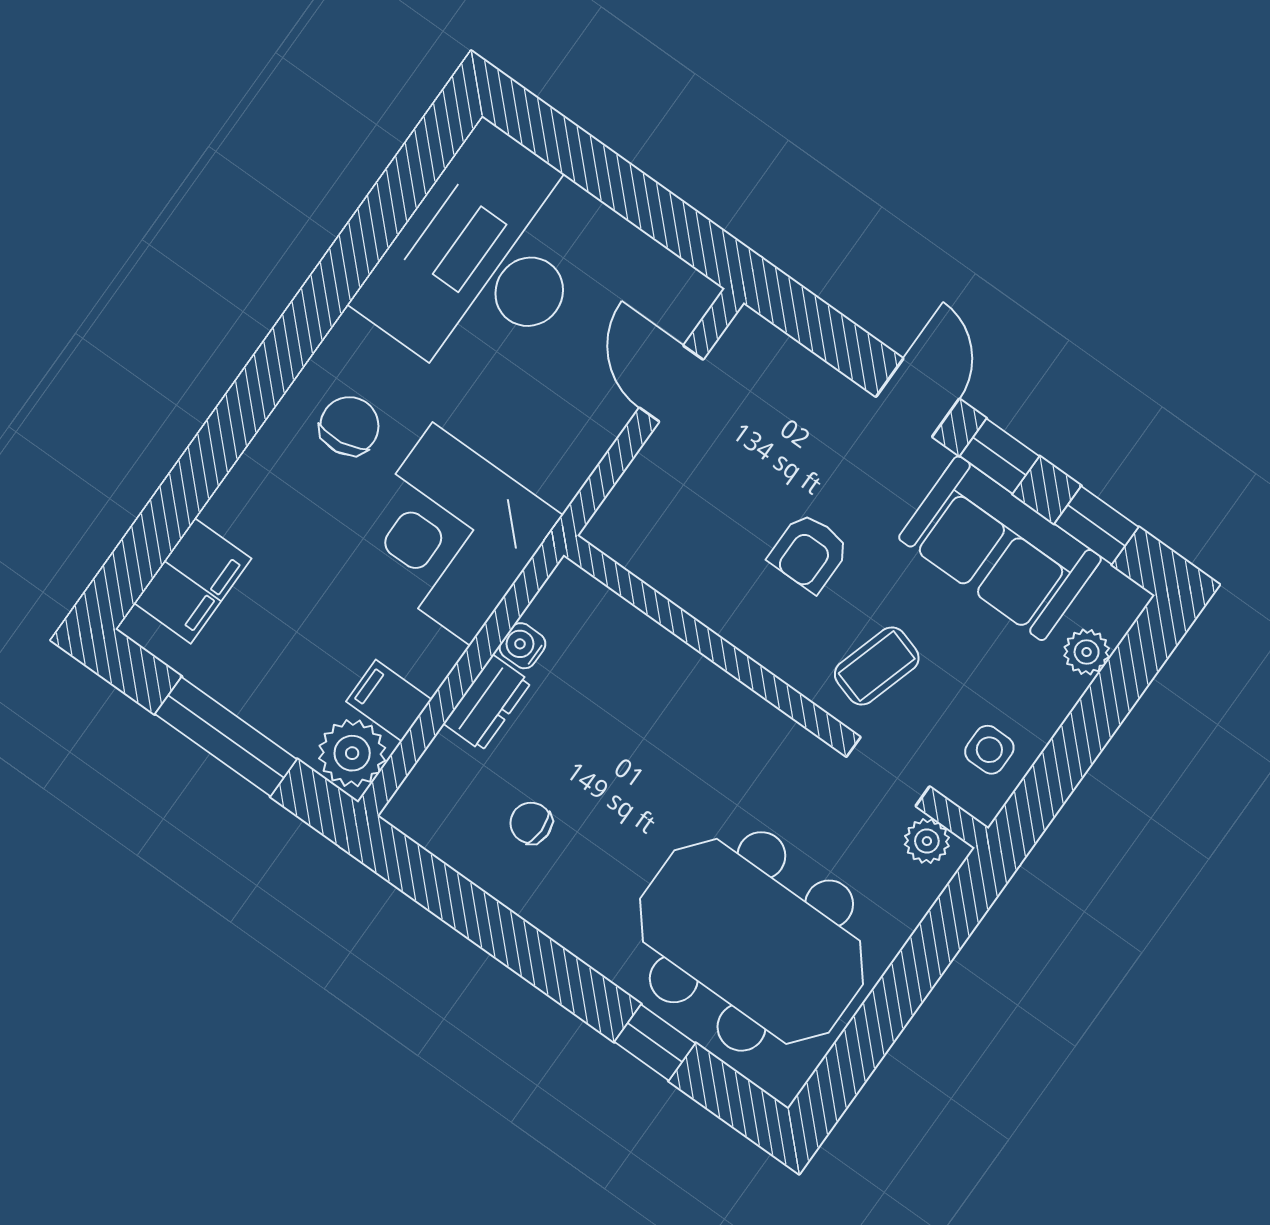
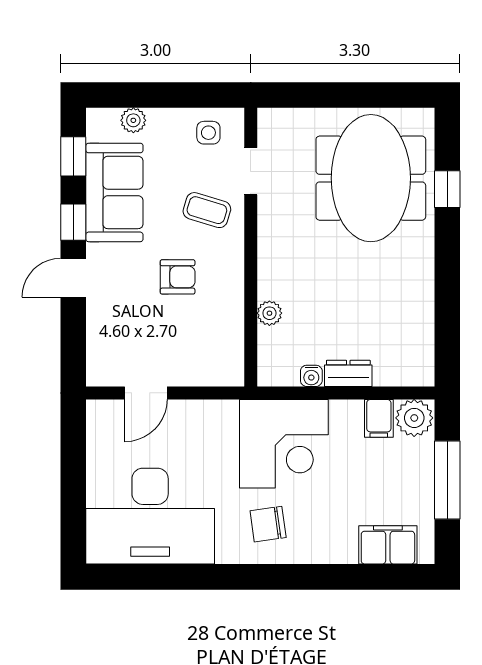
chair: (531, 823) -> (388, 315), removed
plant: (927, 841) -> (269, 313), moved

